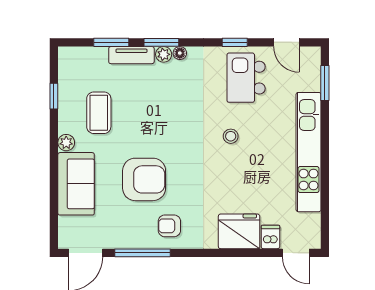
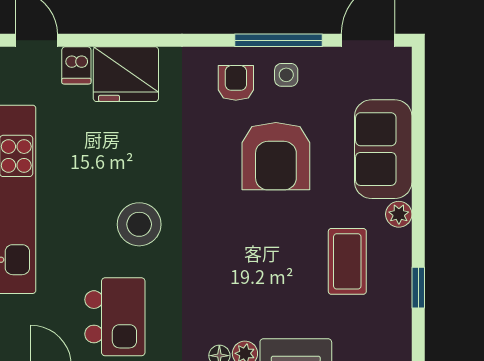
stool: (231, 136) -> (139, 224), width x1.89, depth x1.89
armchair: (144, 179) -> (276, 156), turned -90
armchair: (169, 226) -> (236, 83), turned -90
side table: (138, 231) -> (286, 75), added

